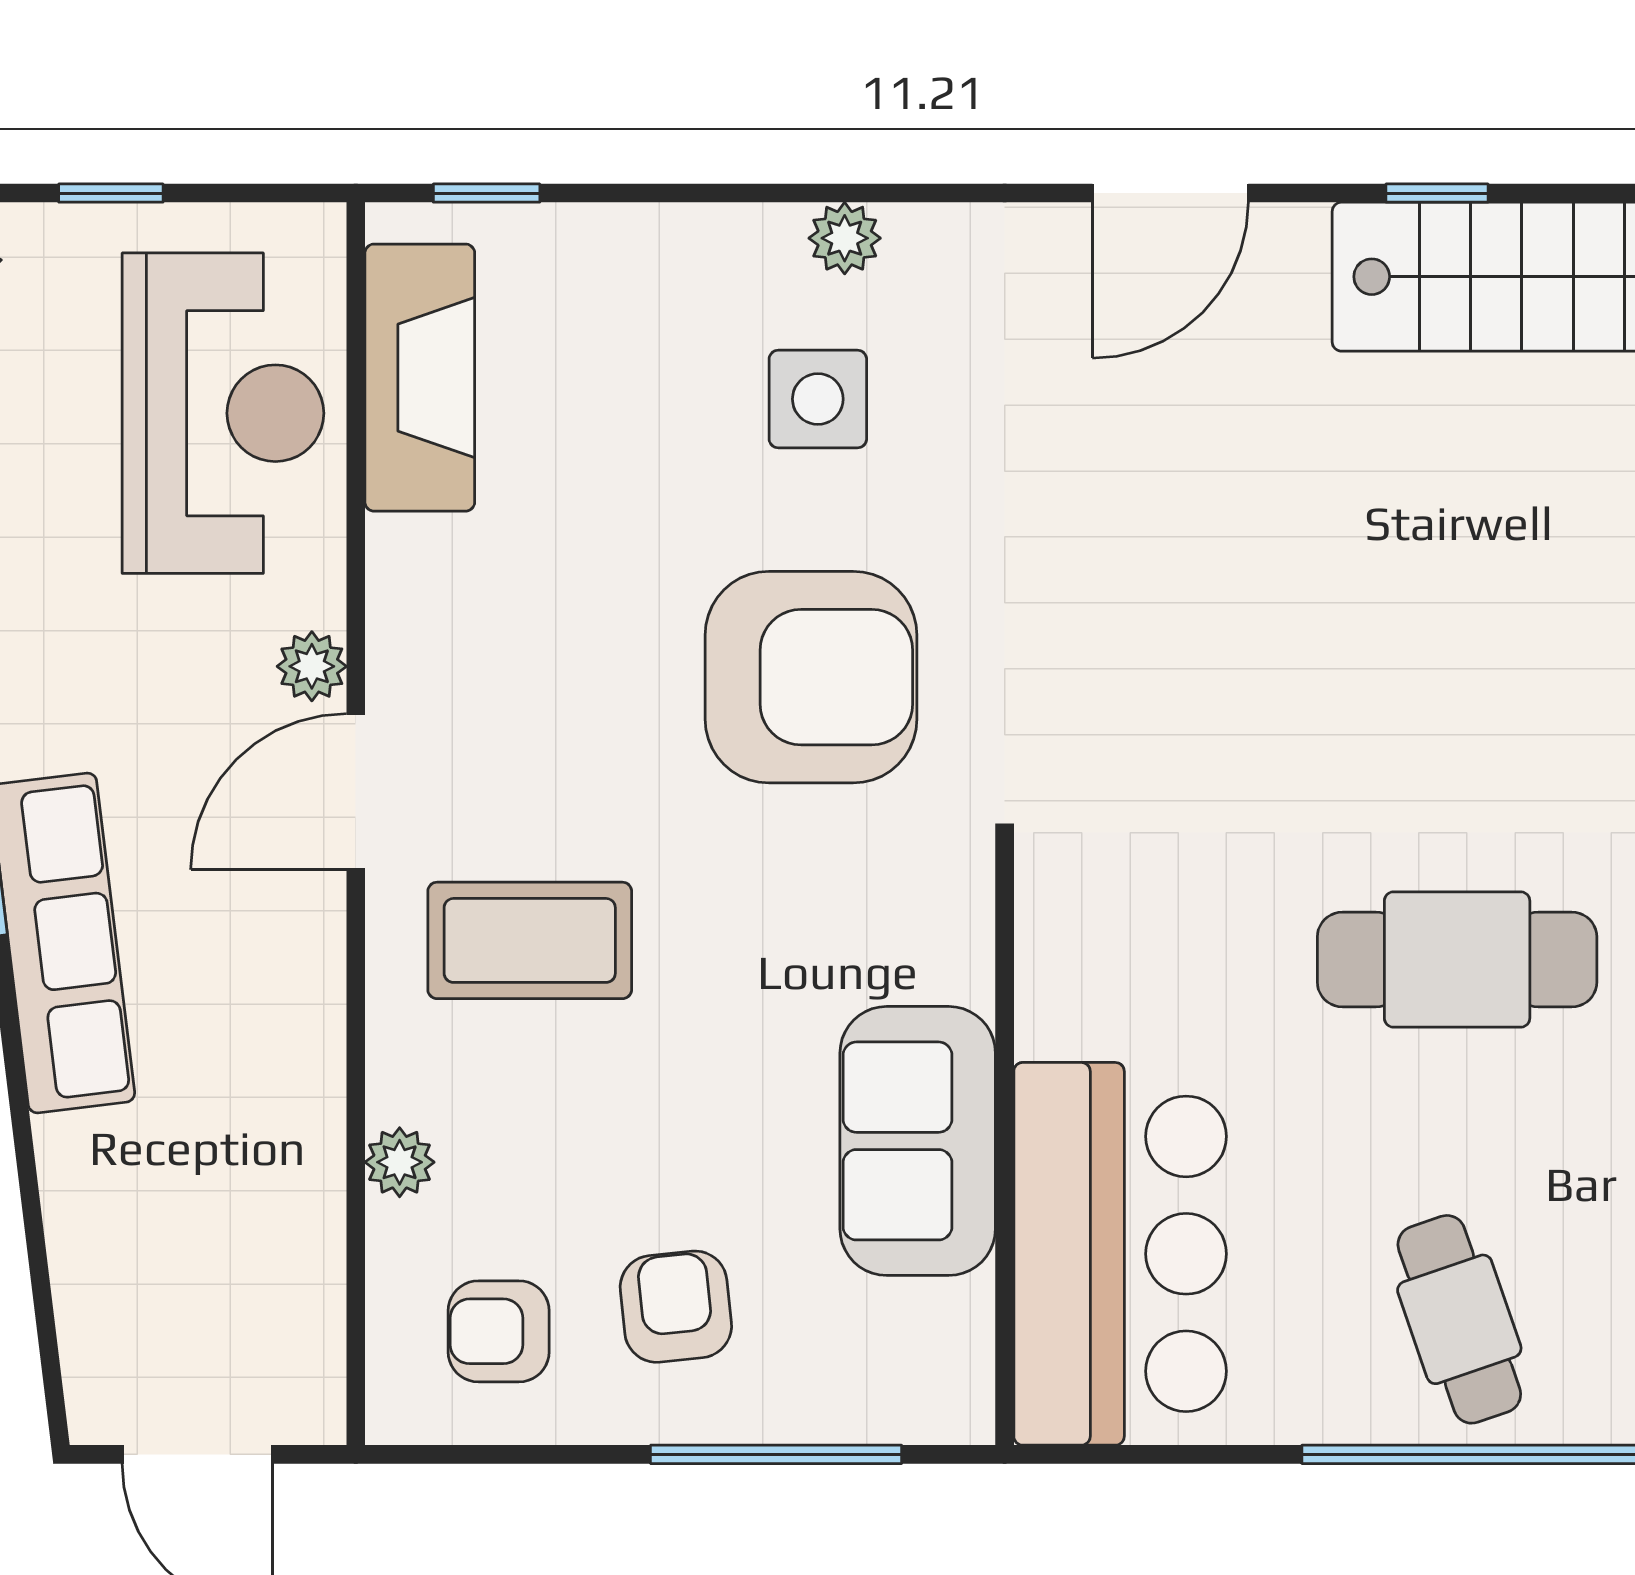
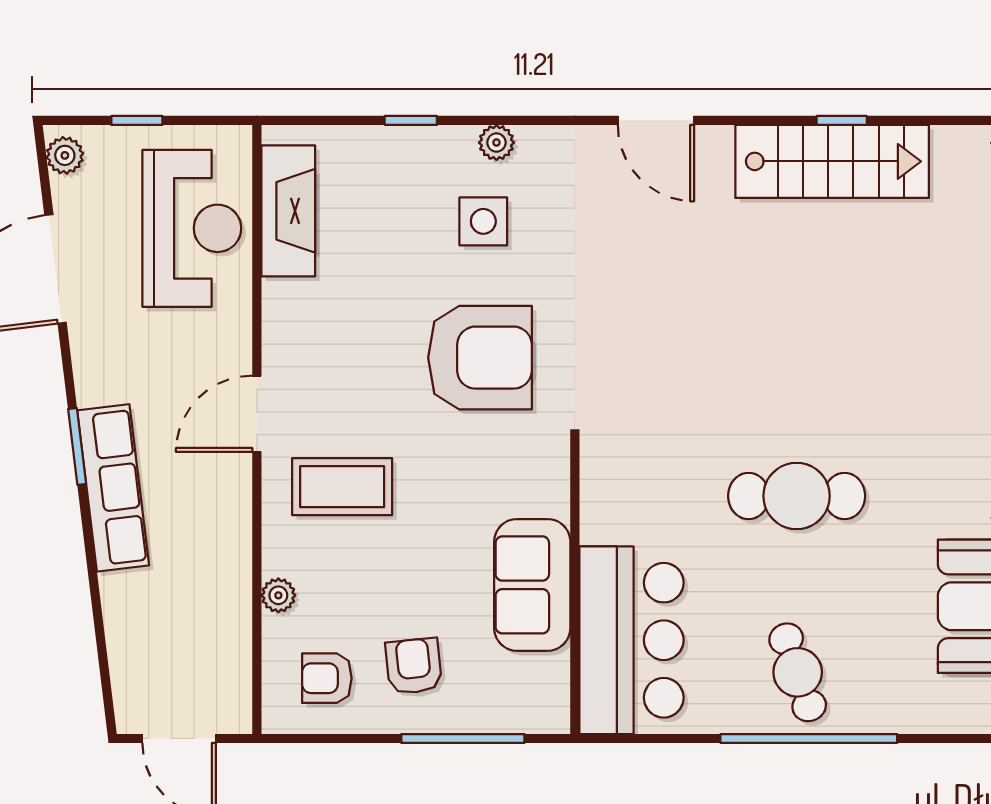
window: (487, 193) -> (411, 120), moved
door: (1170, 193) -> (656, 120), hinge flipped
window: (1437, 193) -> (842, 120), moved
plant: (312, 666) -> (235, 352), removed

